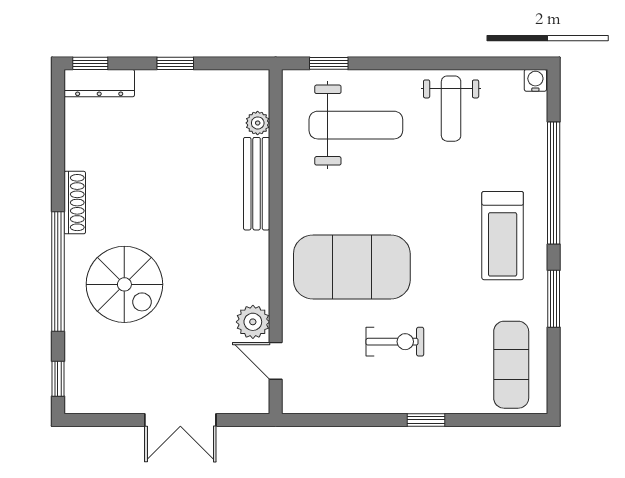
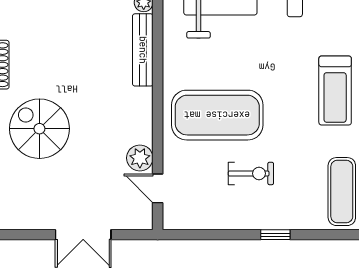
spiral stairs: (124, 284) -> (39, 129), turned 180

